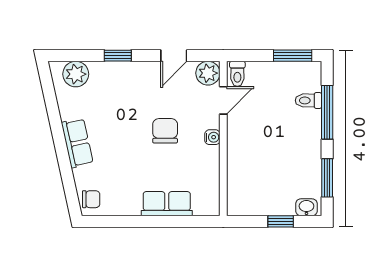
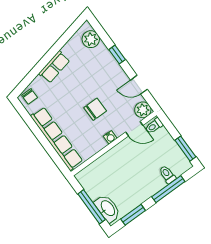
row of seats: (167, 204) -> (57, 139), width x2.02
washbasin: (306, 207) -> (108, 208), width x1.91, depth x1.45
window: (281, 221) -> (92, 207), width x2.17

